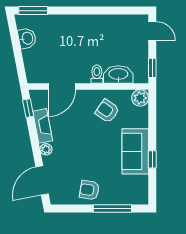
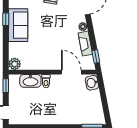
washbasin: (27, 38) -> (92, 83), moved
door: (62, 86) -> (71, 72), hinge flipped
armchair: (107, 111) -> (38, 54), removed

